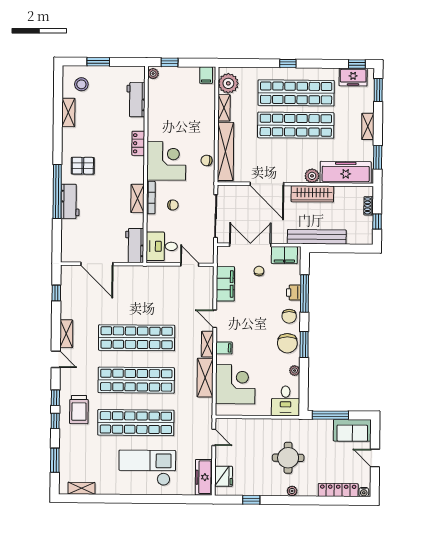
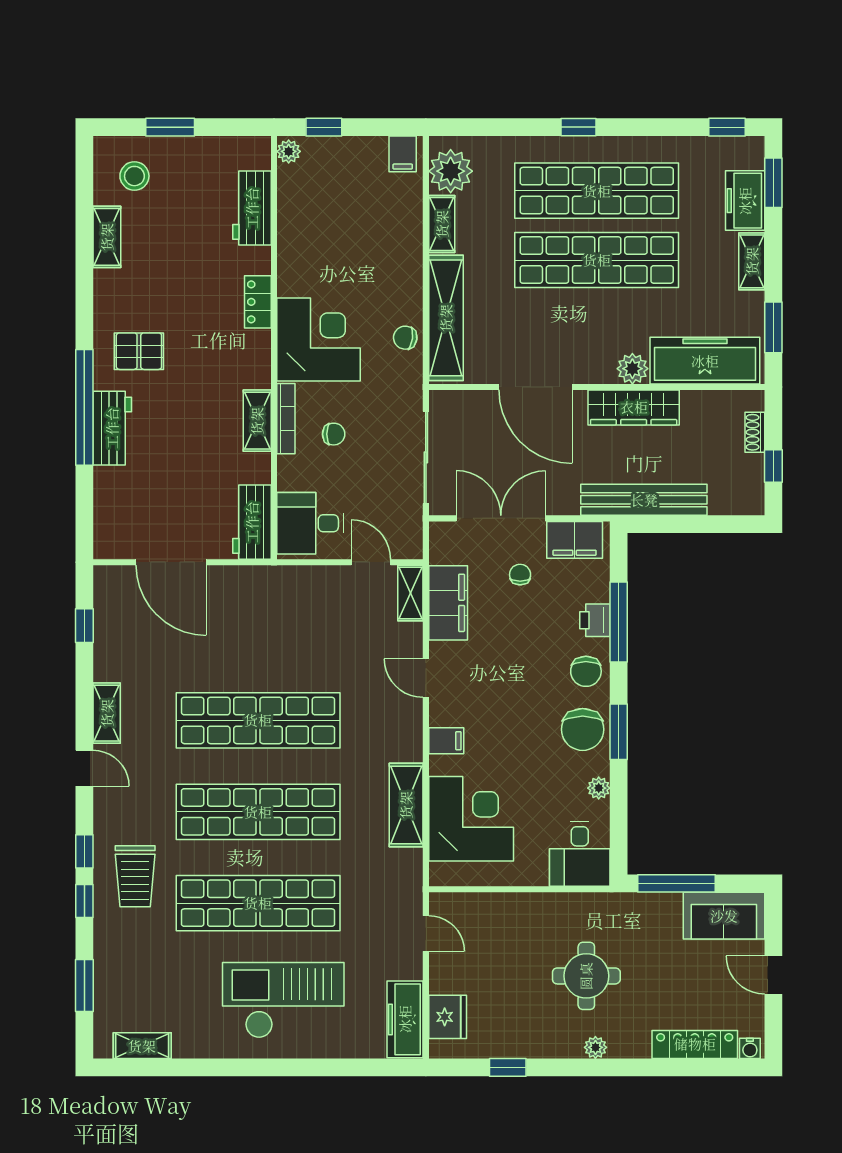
freezer: (353, 77) -> (745, 201), moved, turned 90
shelving: (207, 344) -> (410, 593), moved

